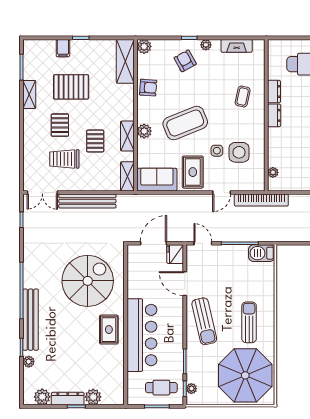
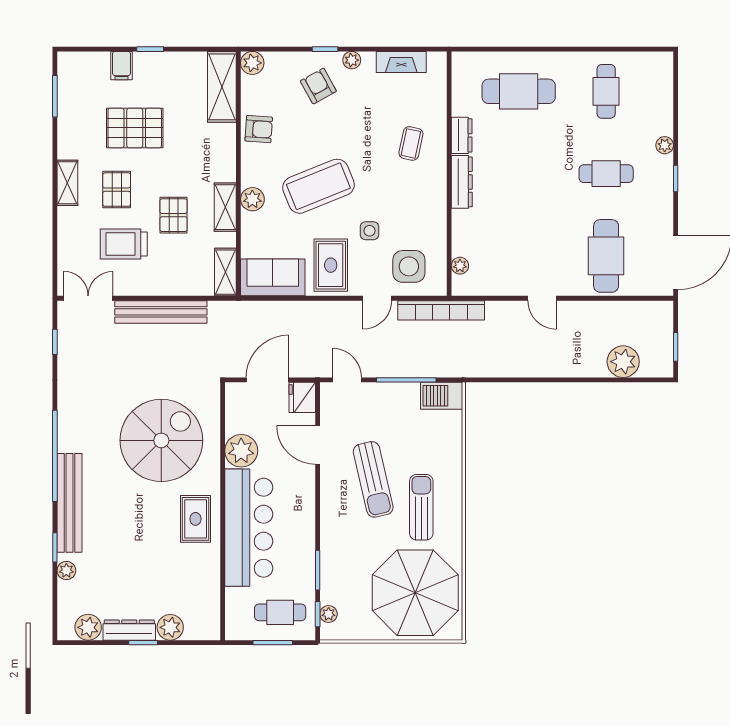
shelving: (29, 94) -> (67, 183), moved
dresser: (274, 115) -> (462, 182), width x1.44
side table: (239, 152) -> (409, 266), moved
double door: (42, 193) -> (88, 298), swing flipped
plant: (137, 287) -> (241, 451), added
sun lounger: (204, 321) -> (373, 479), moved

